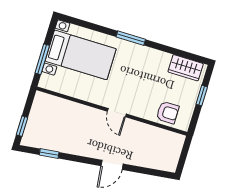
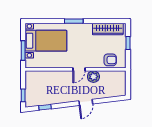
wardrobe: (186, 68) -> (108, 29), width x1.50
door: (117, 113) -> (79, 69), hinge flipped
plant: (135, 130) -> (93, 77), added

